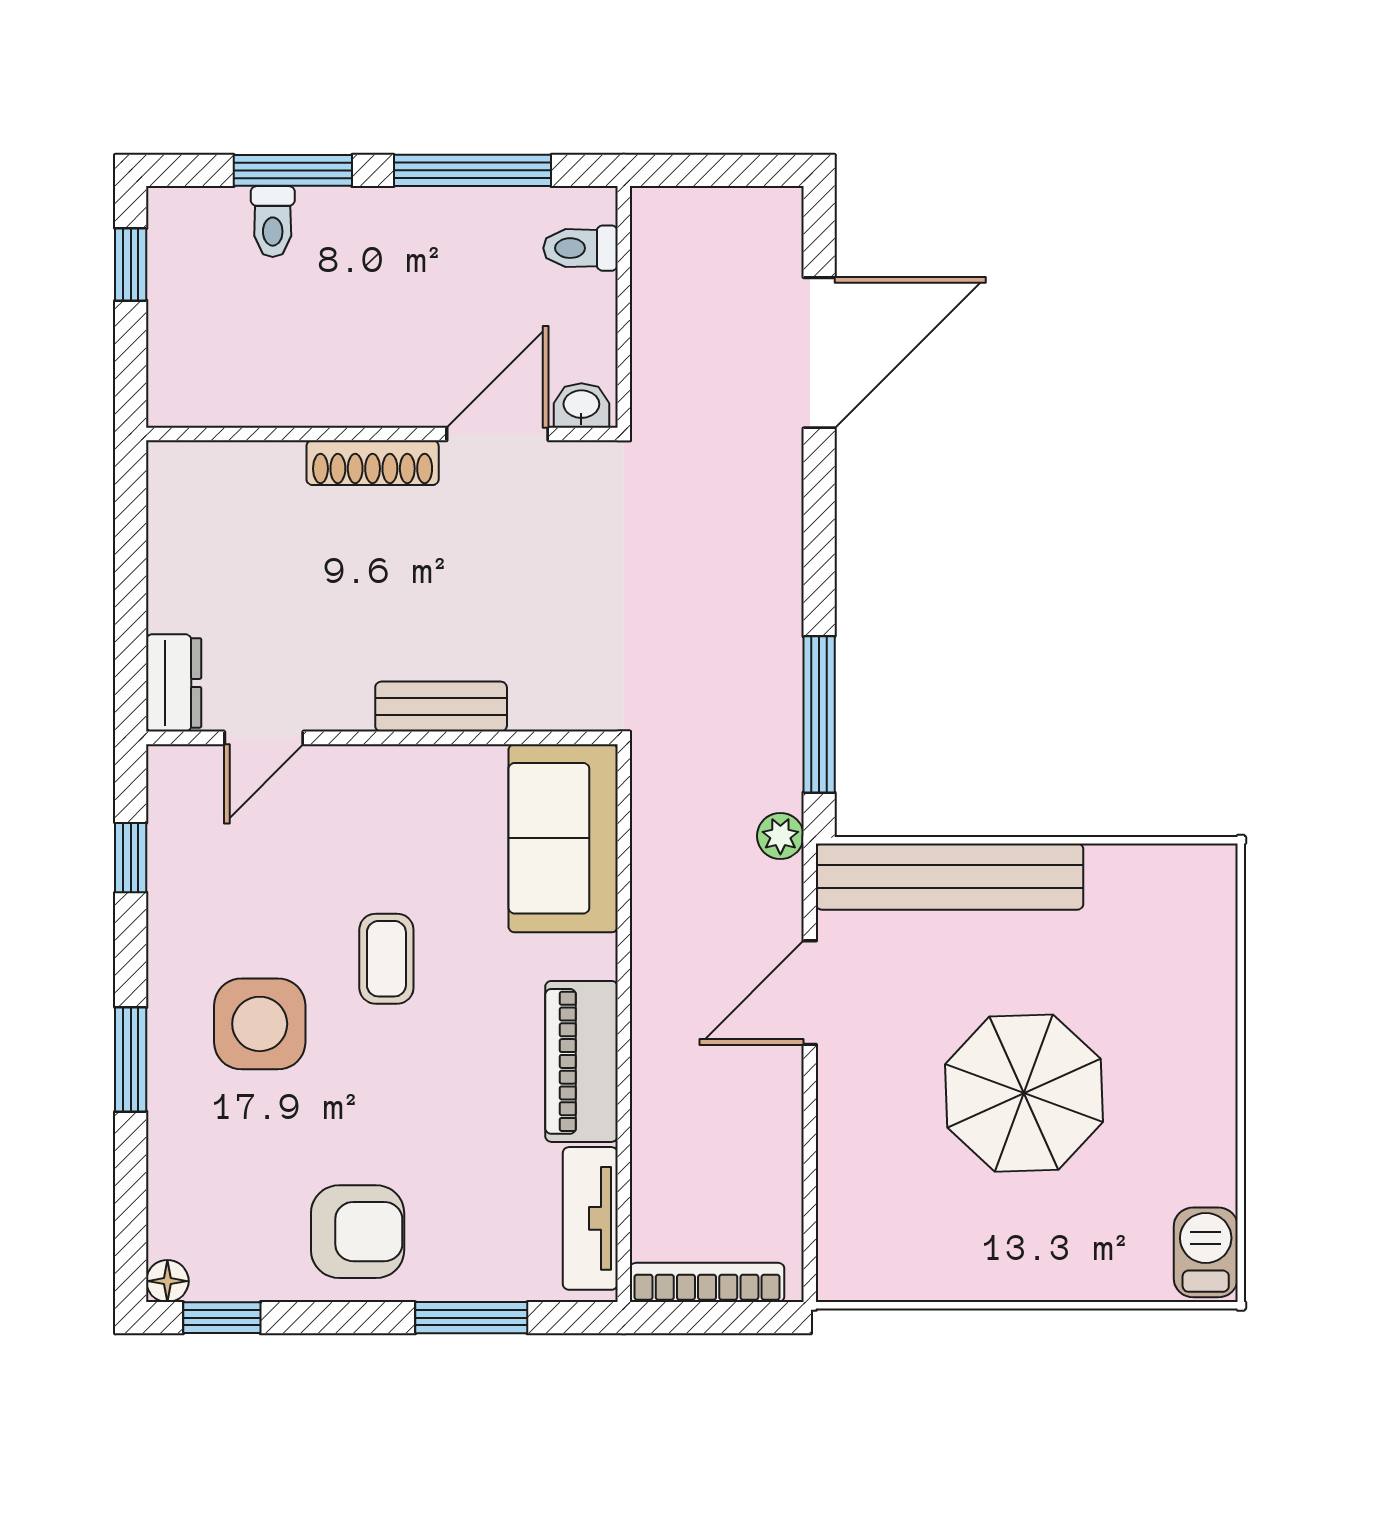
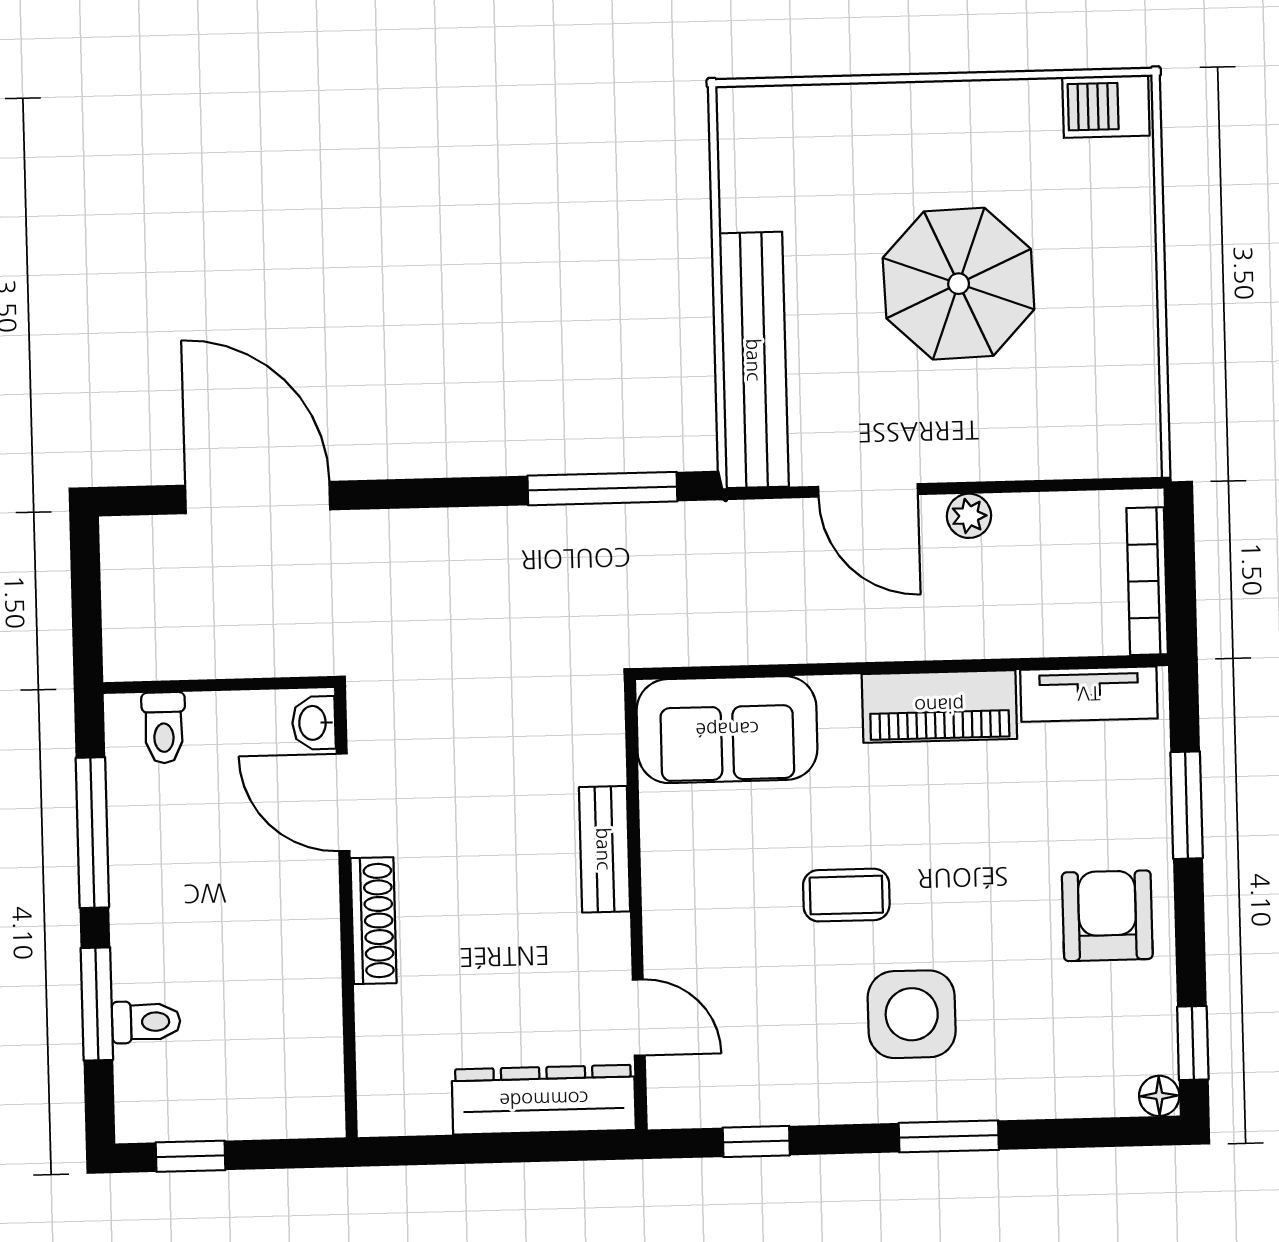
dresser: (174, 683) -> (544, 1100), width x1.96, depth x1.24
plant: (780, 836) -> (969, 516), moved

